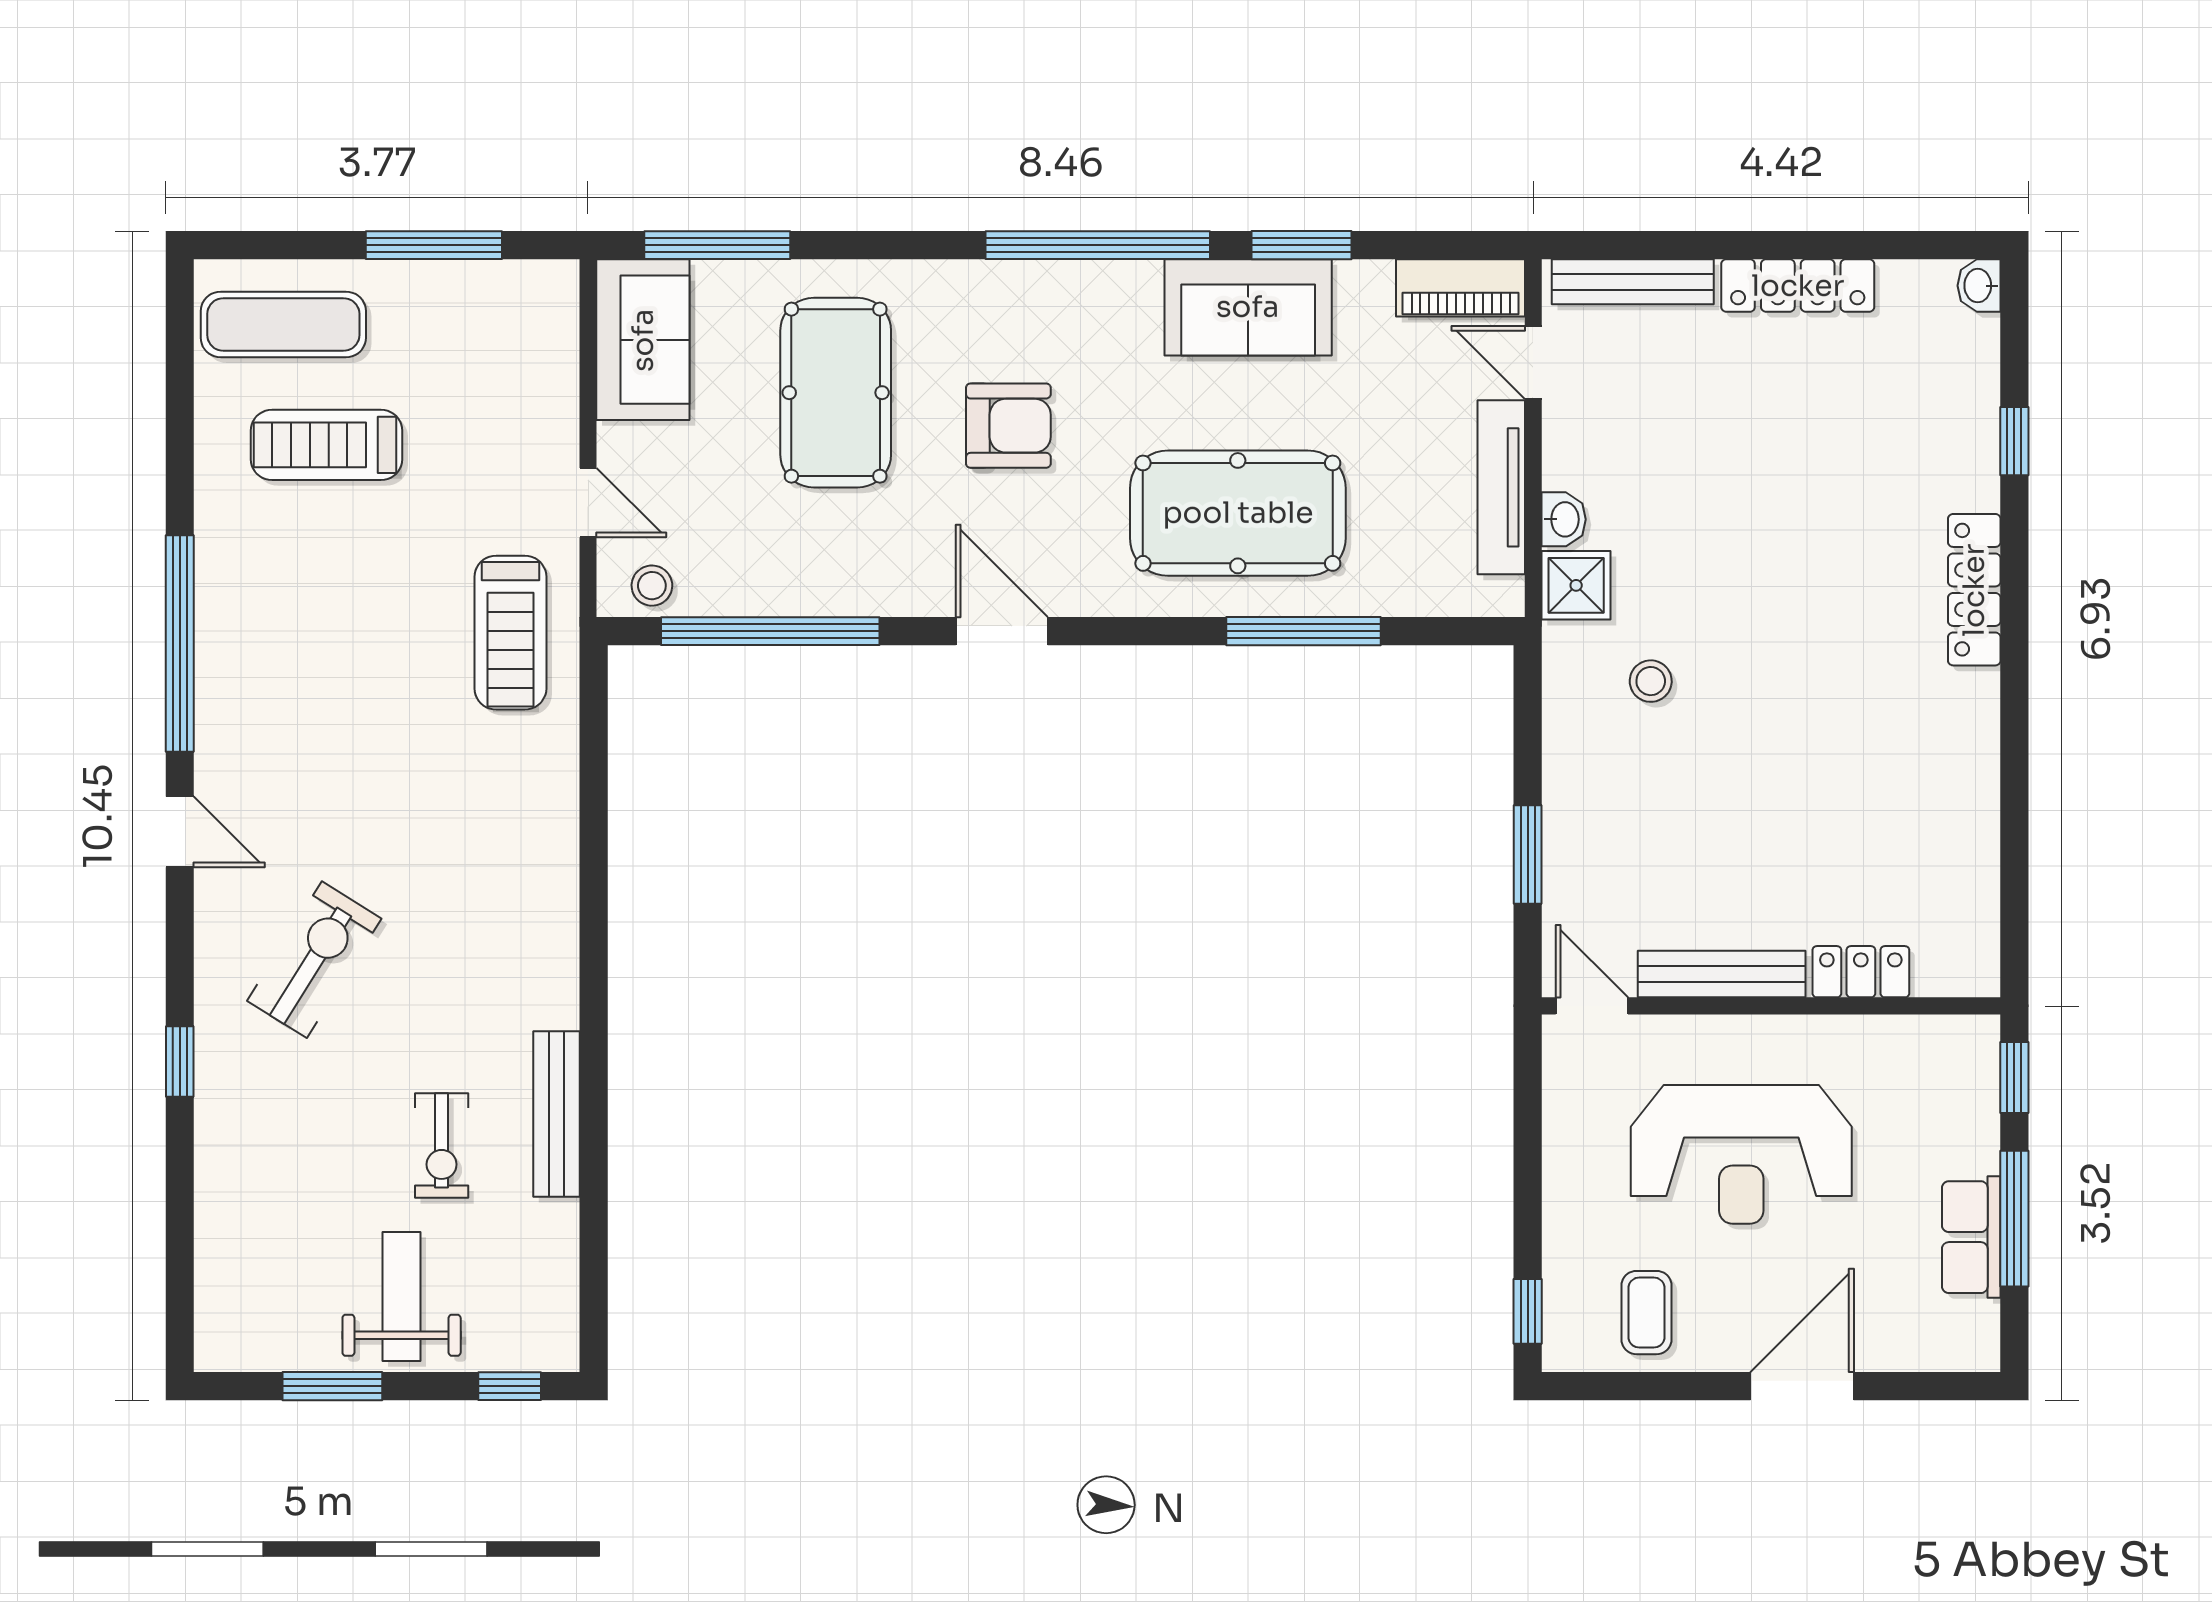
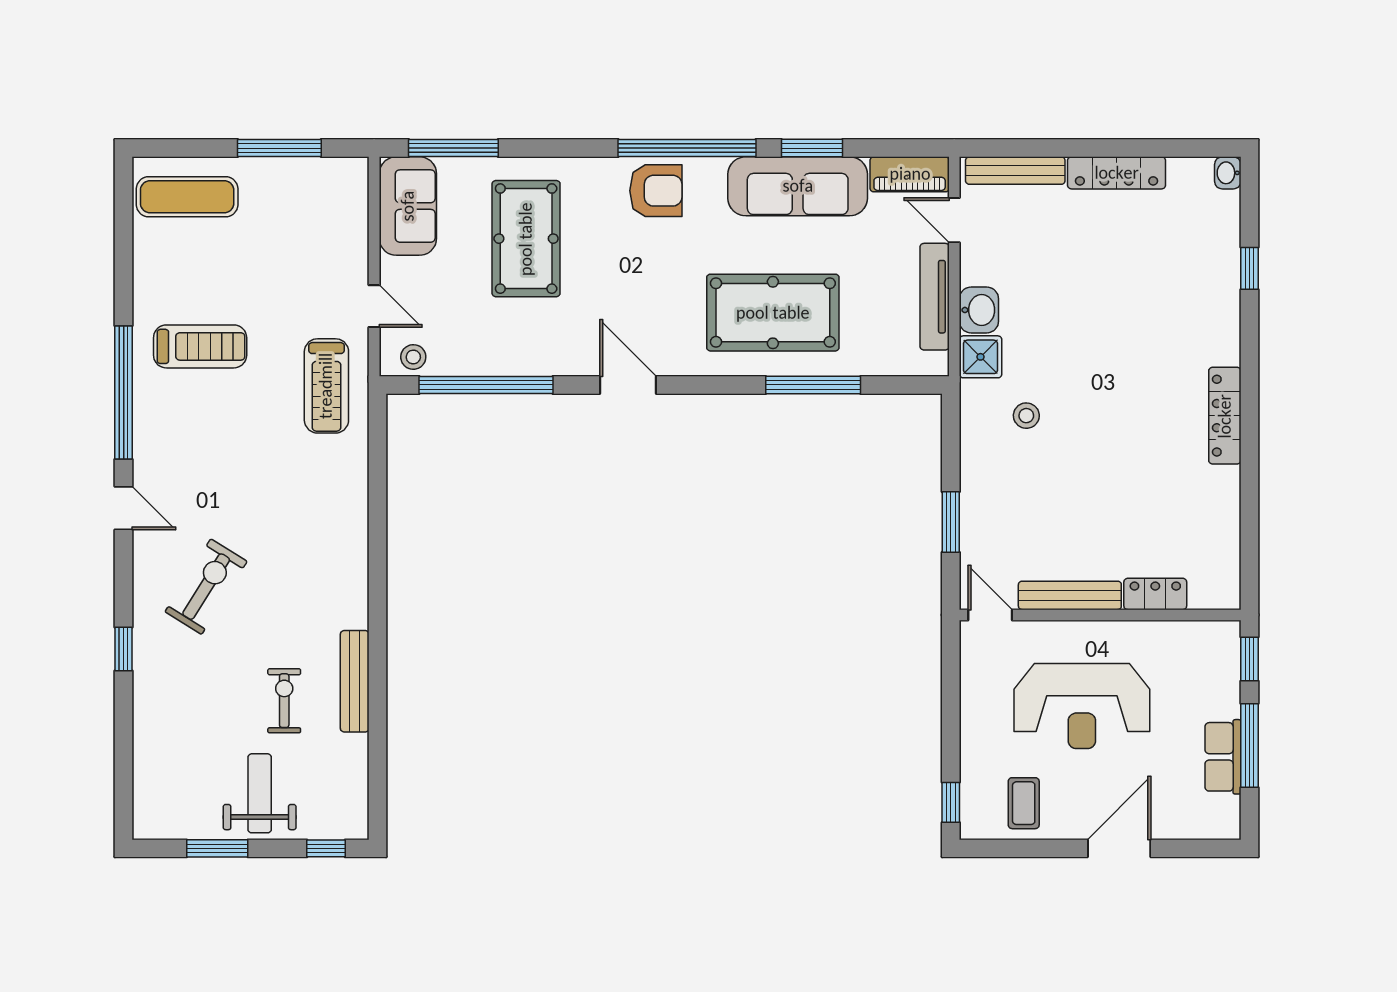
sofa: (1248, 307) -> (798, 186), width x1.36
armchair: (1008, 426) -> (656, 191), moved
treadmill: (326, 445) -> (200, 346), moved, turned 180
washbasin: (1564, 519) -> (979, 310), width x1.38, depth x1.45
locker: (1974, 590) -> (1225, 416), moved
exercise bike: (442, 1146) -> (284, 701), turned 180

